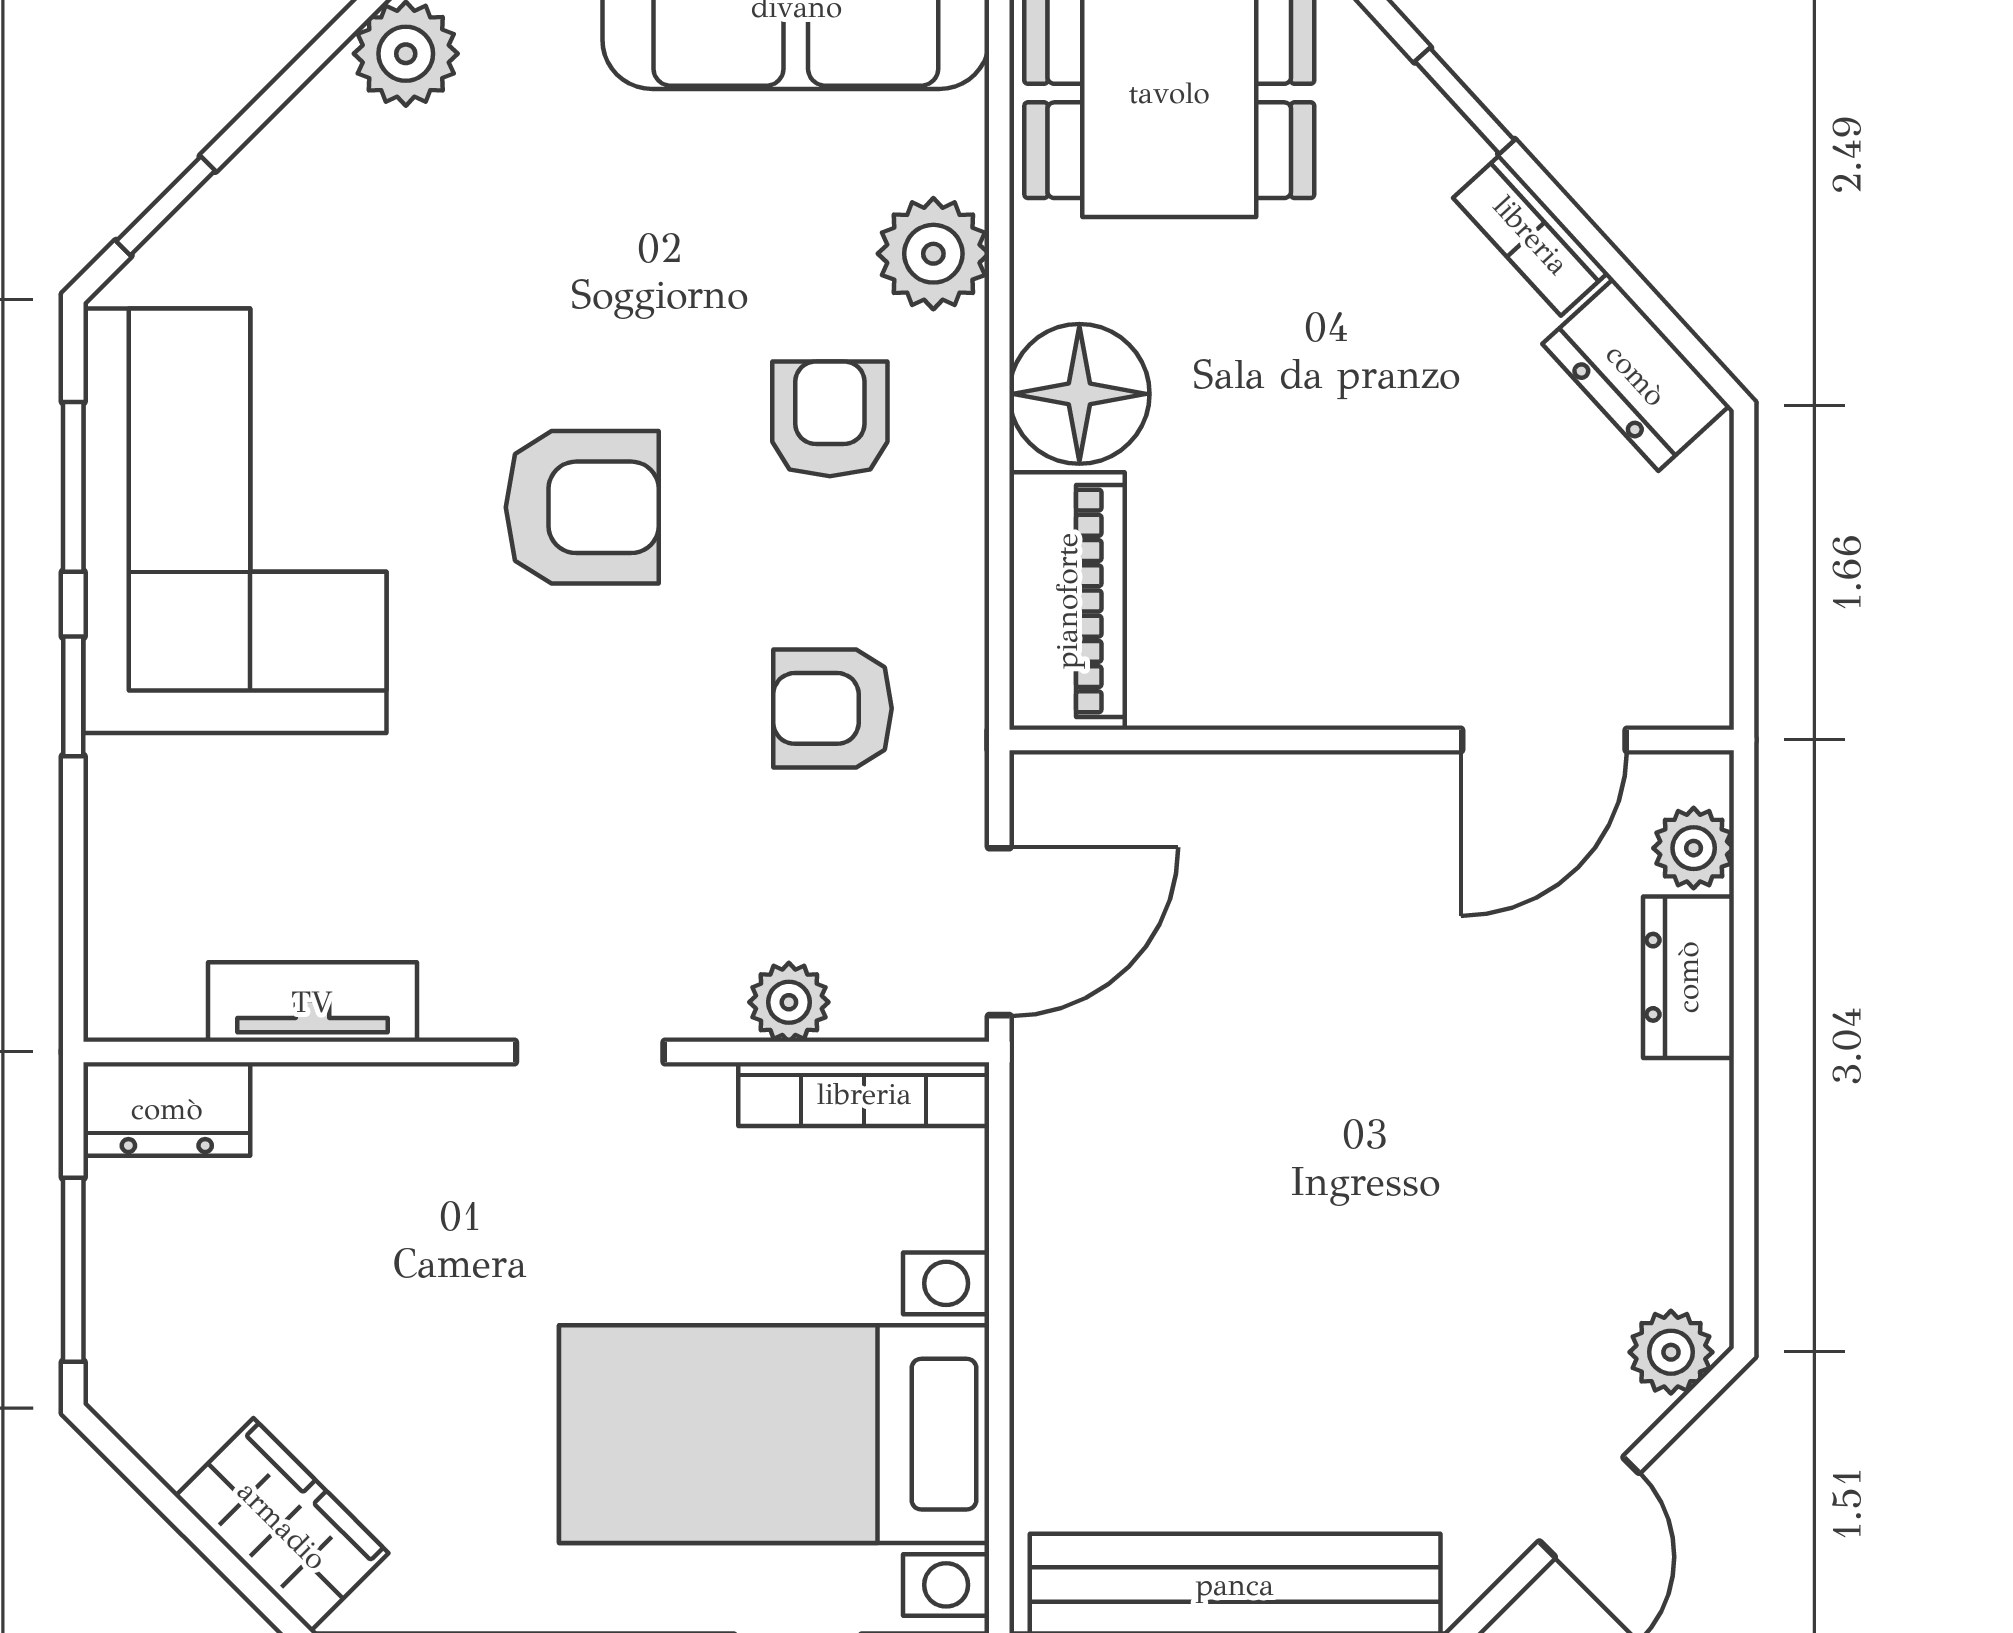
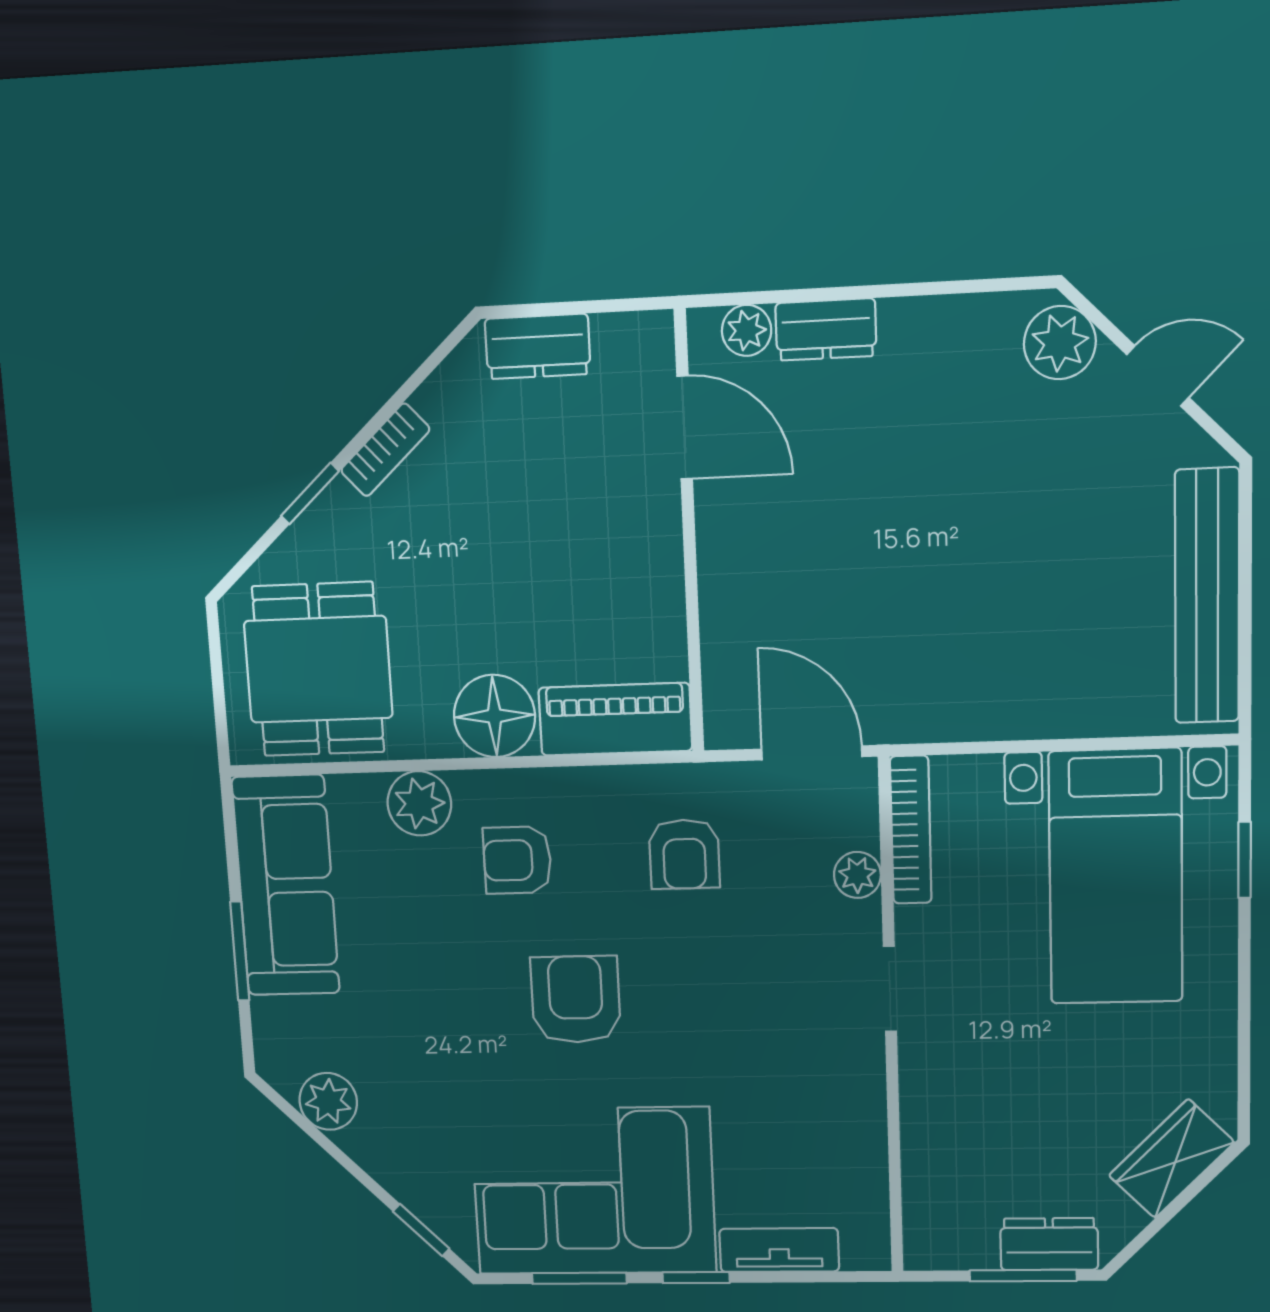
dresser: (1636, 375) -> (538, 346), moved, turned 42
tv unit: (312, 1002) -> (779, 1250), moved, turned 90
dresser: (167, 1109) -> (1049, 1244), moved, turned -90
plant: (1671, 1352) -> (1060, 343), width x1.38, depth x1.38

